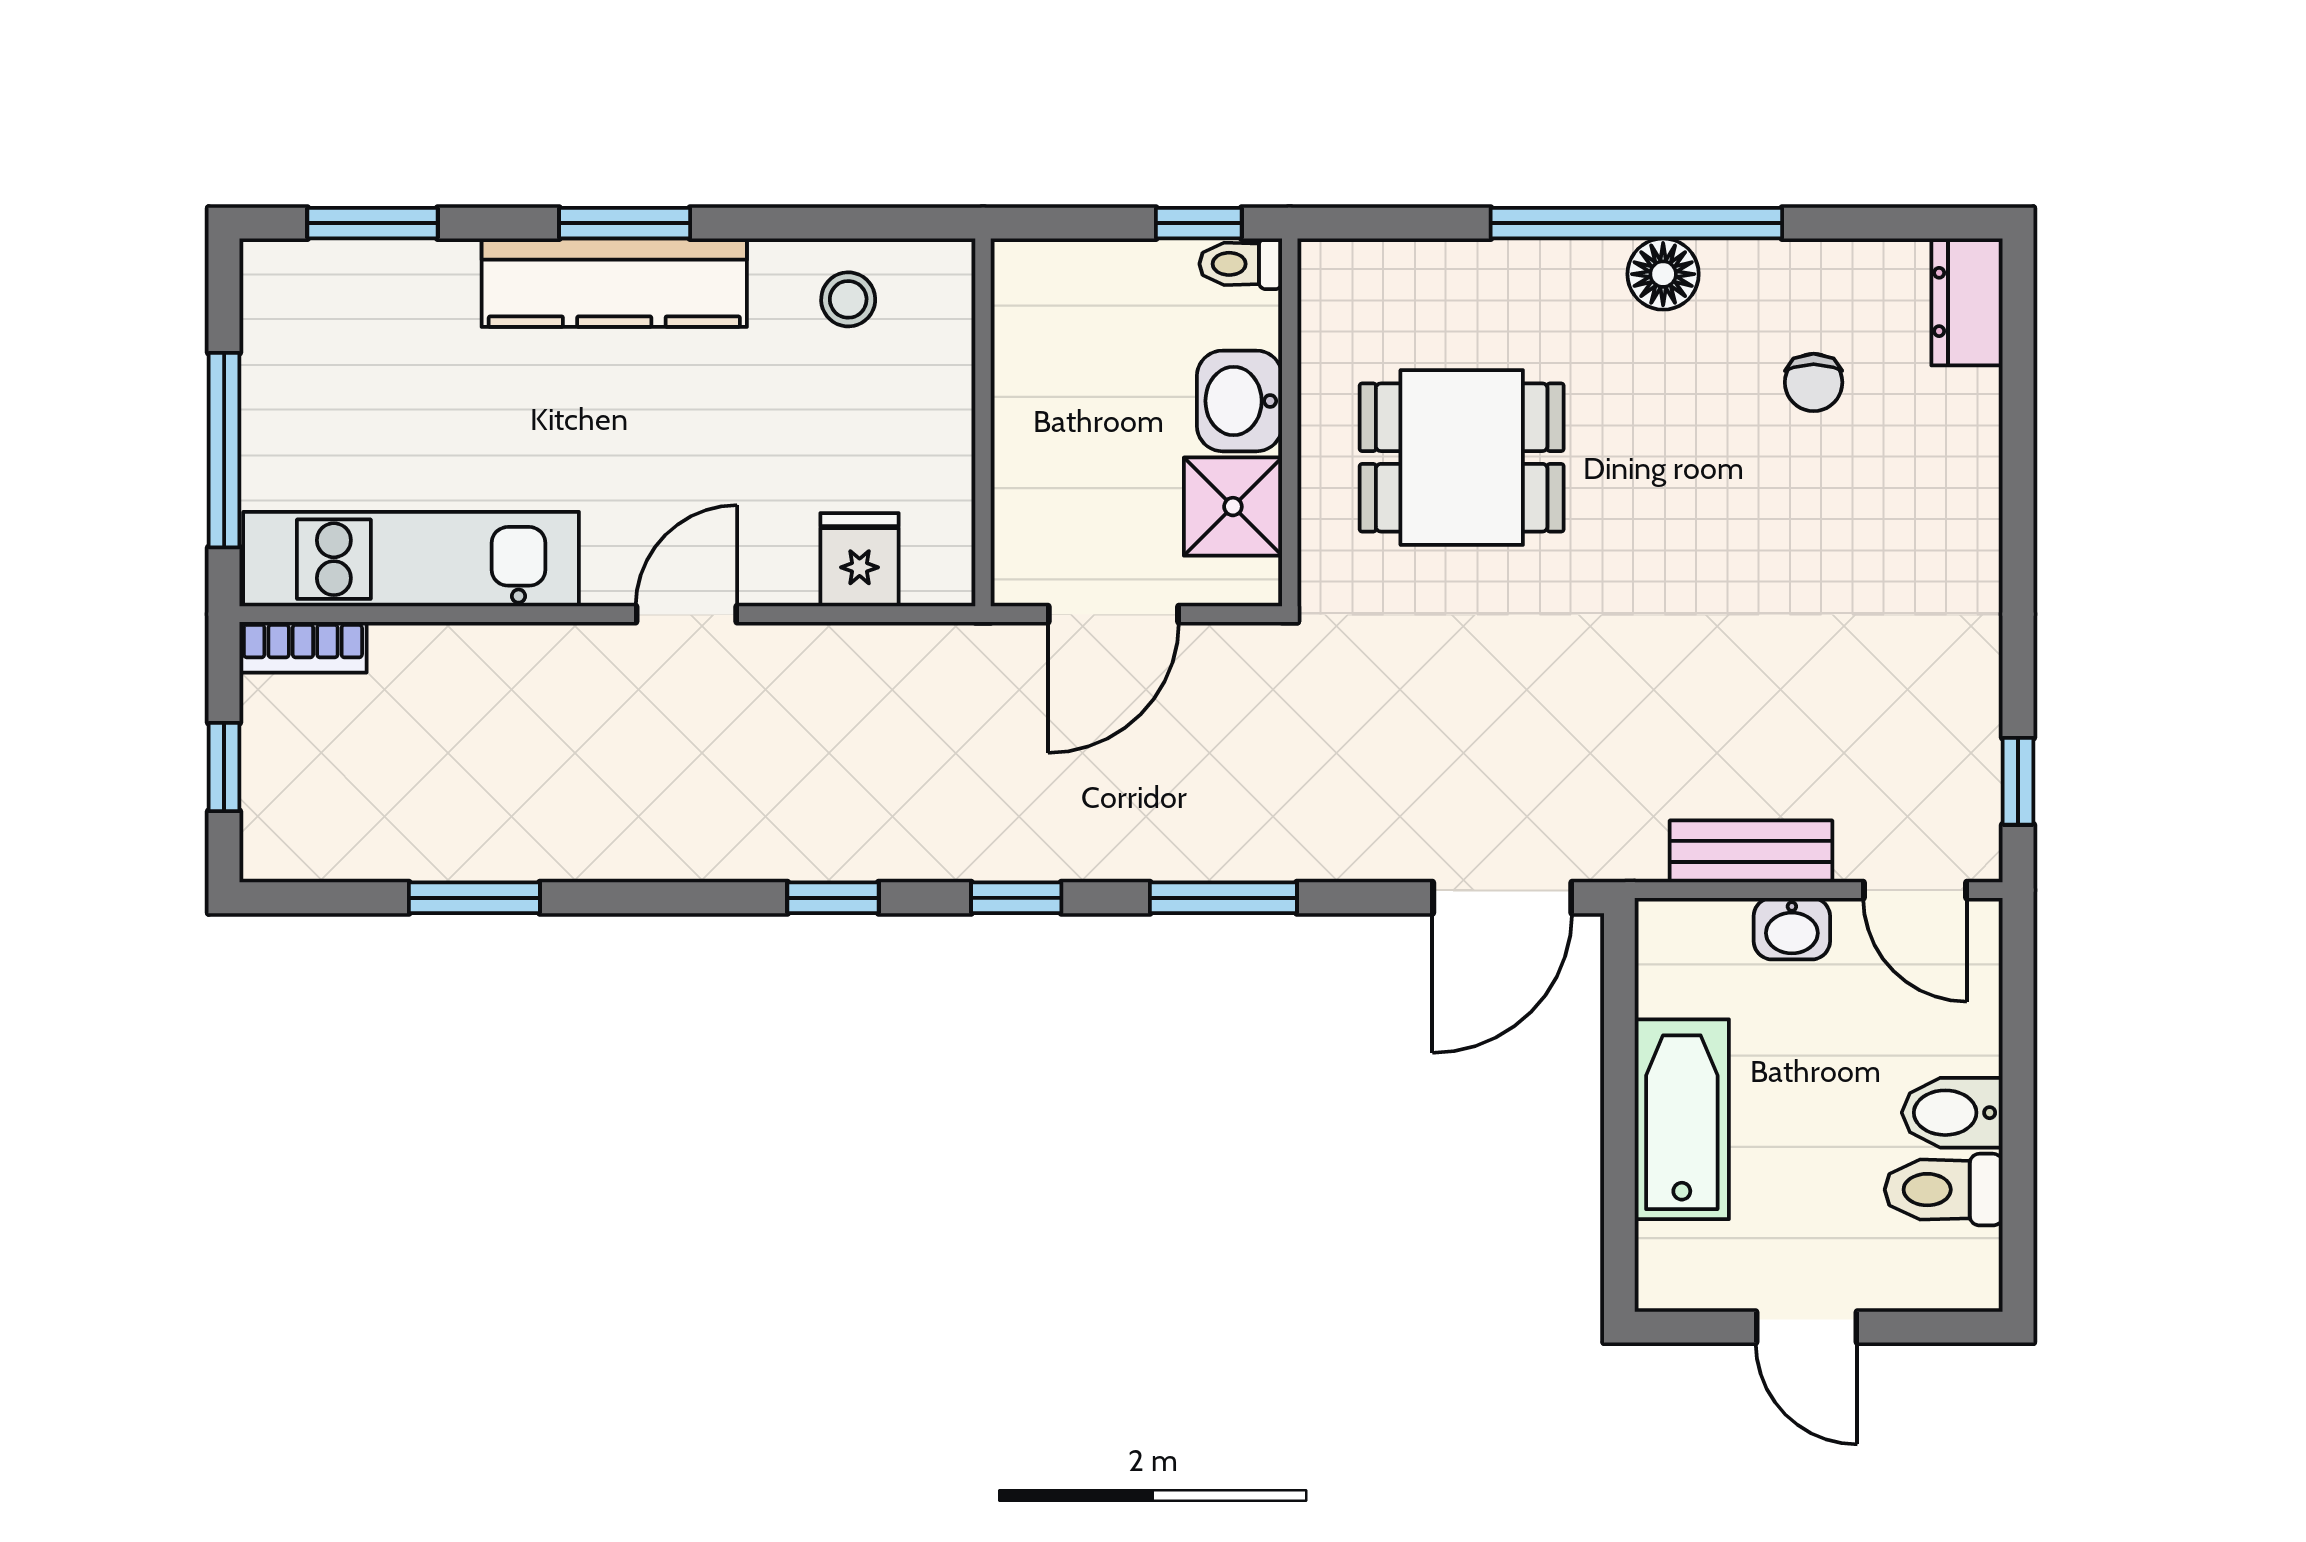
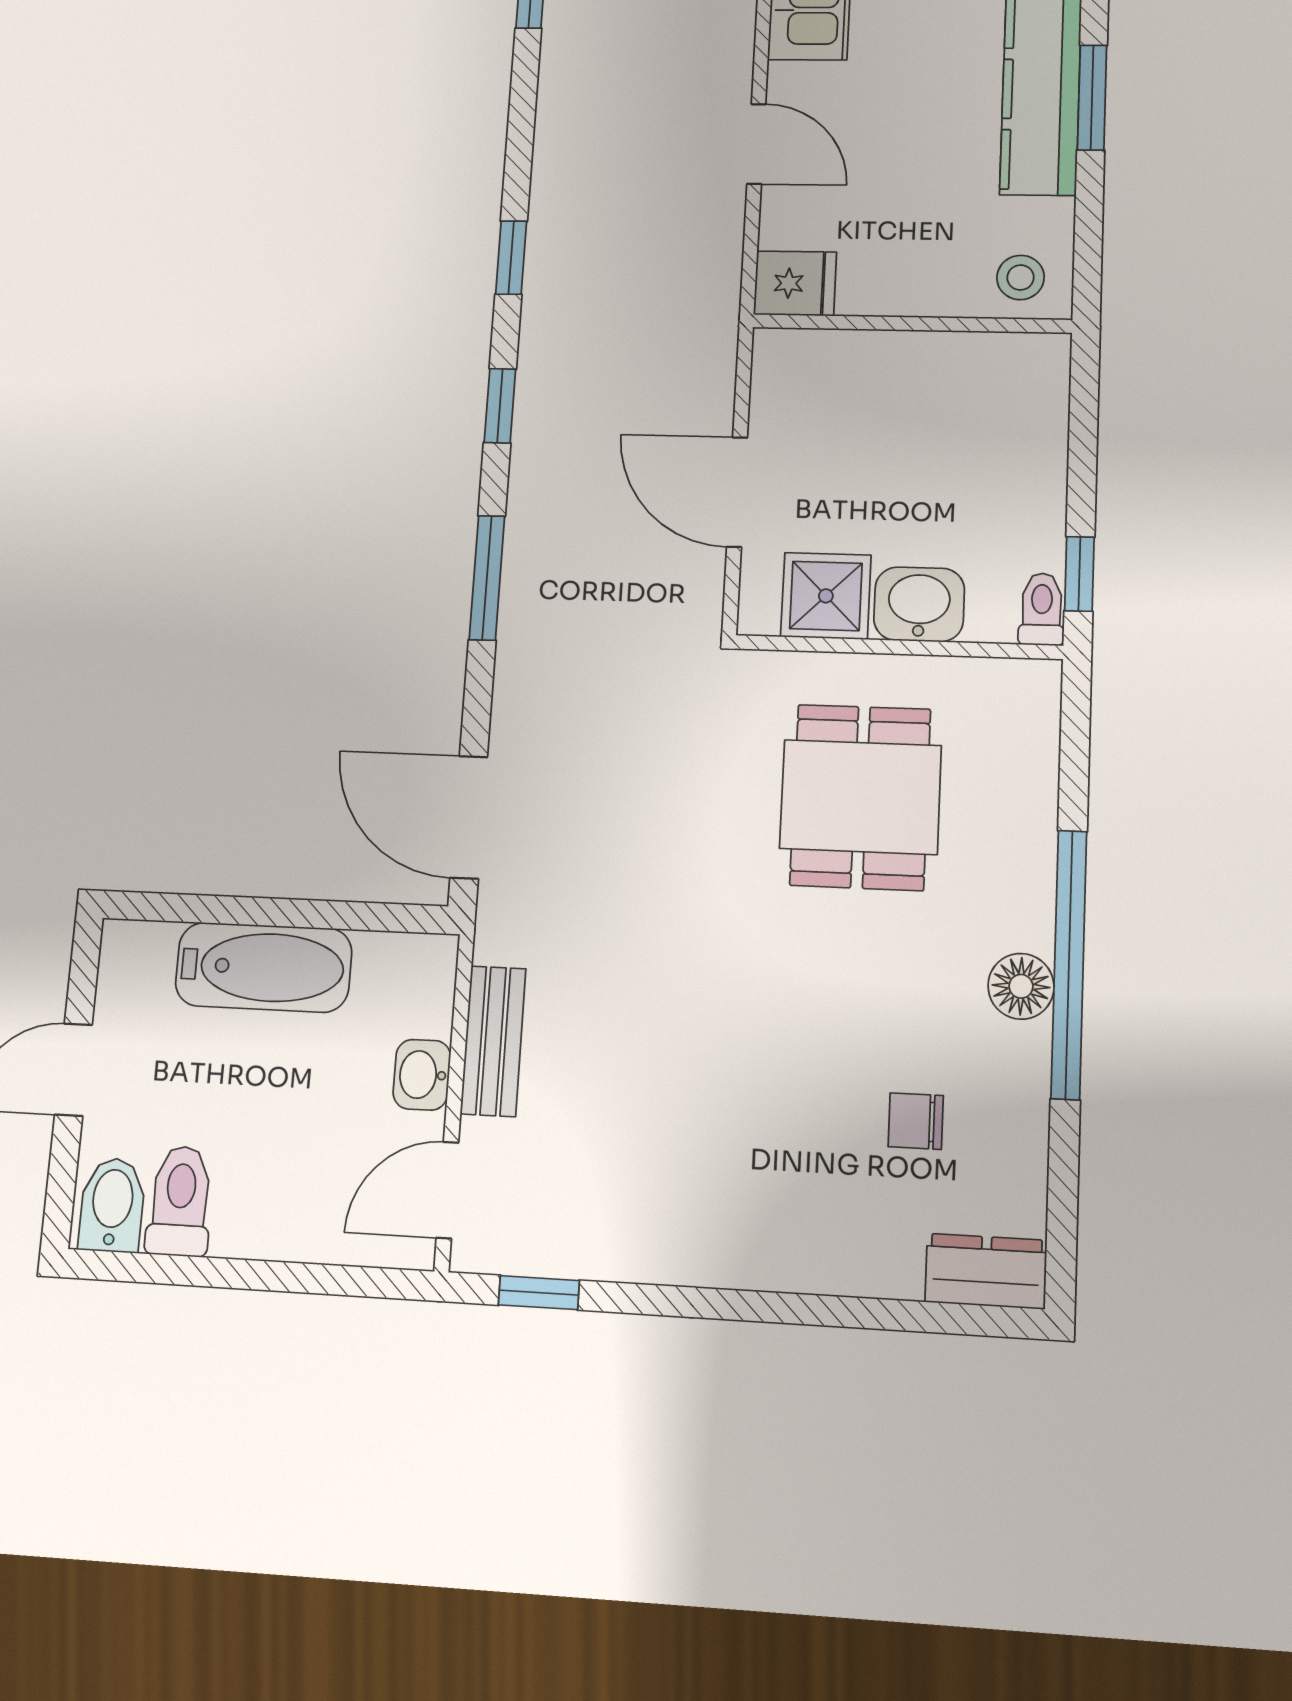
wall: (983, 422) -> (912, 324), moved
bidet: (1952, 1113) -> (112, 1205), moved

